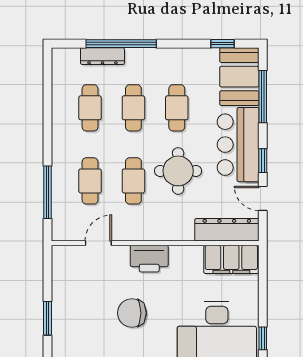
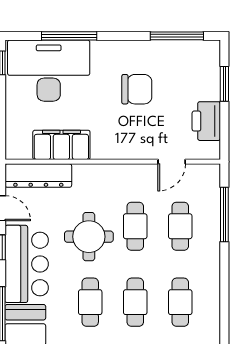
printer: (149, 259) -> (206, 121), moved, turned -90
filing cabinet: (231, 259) -> (61, 145), moved

